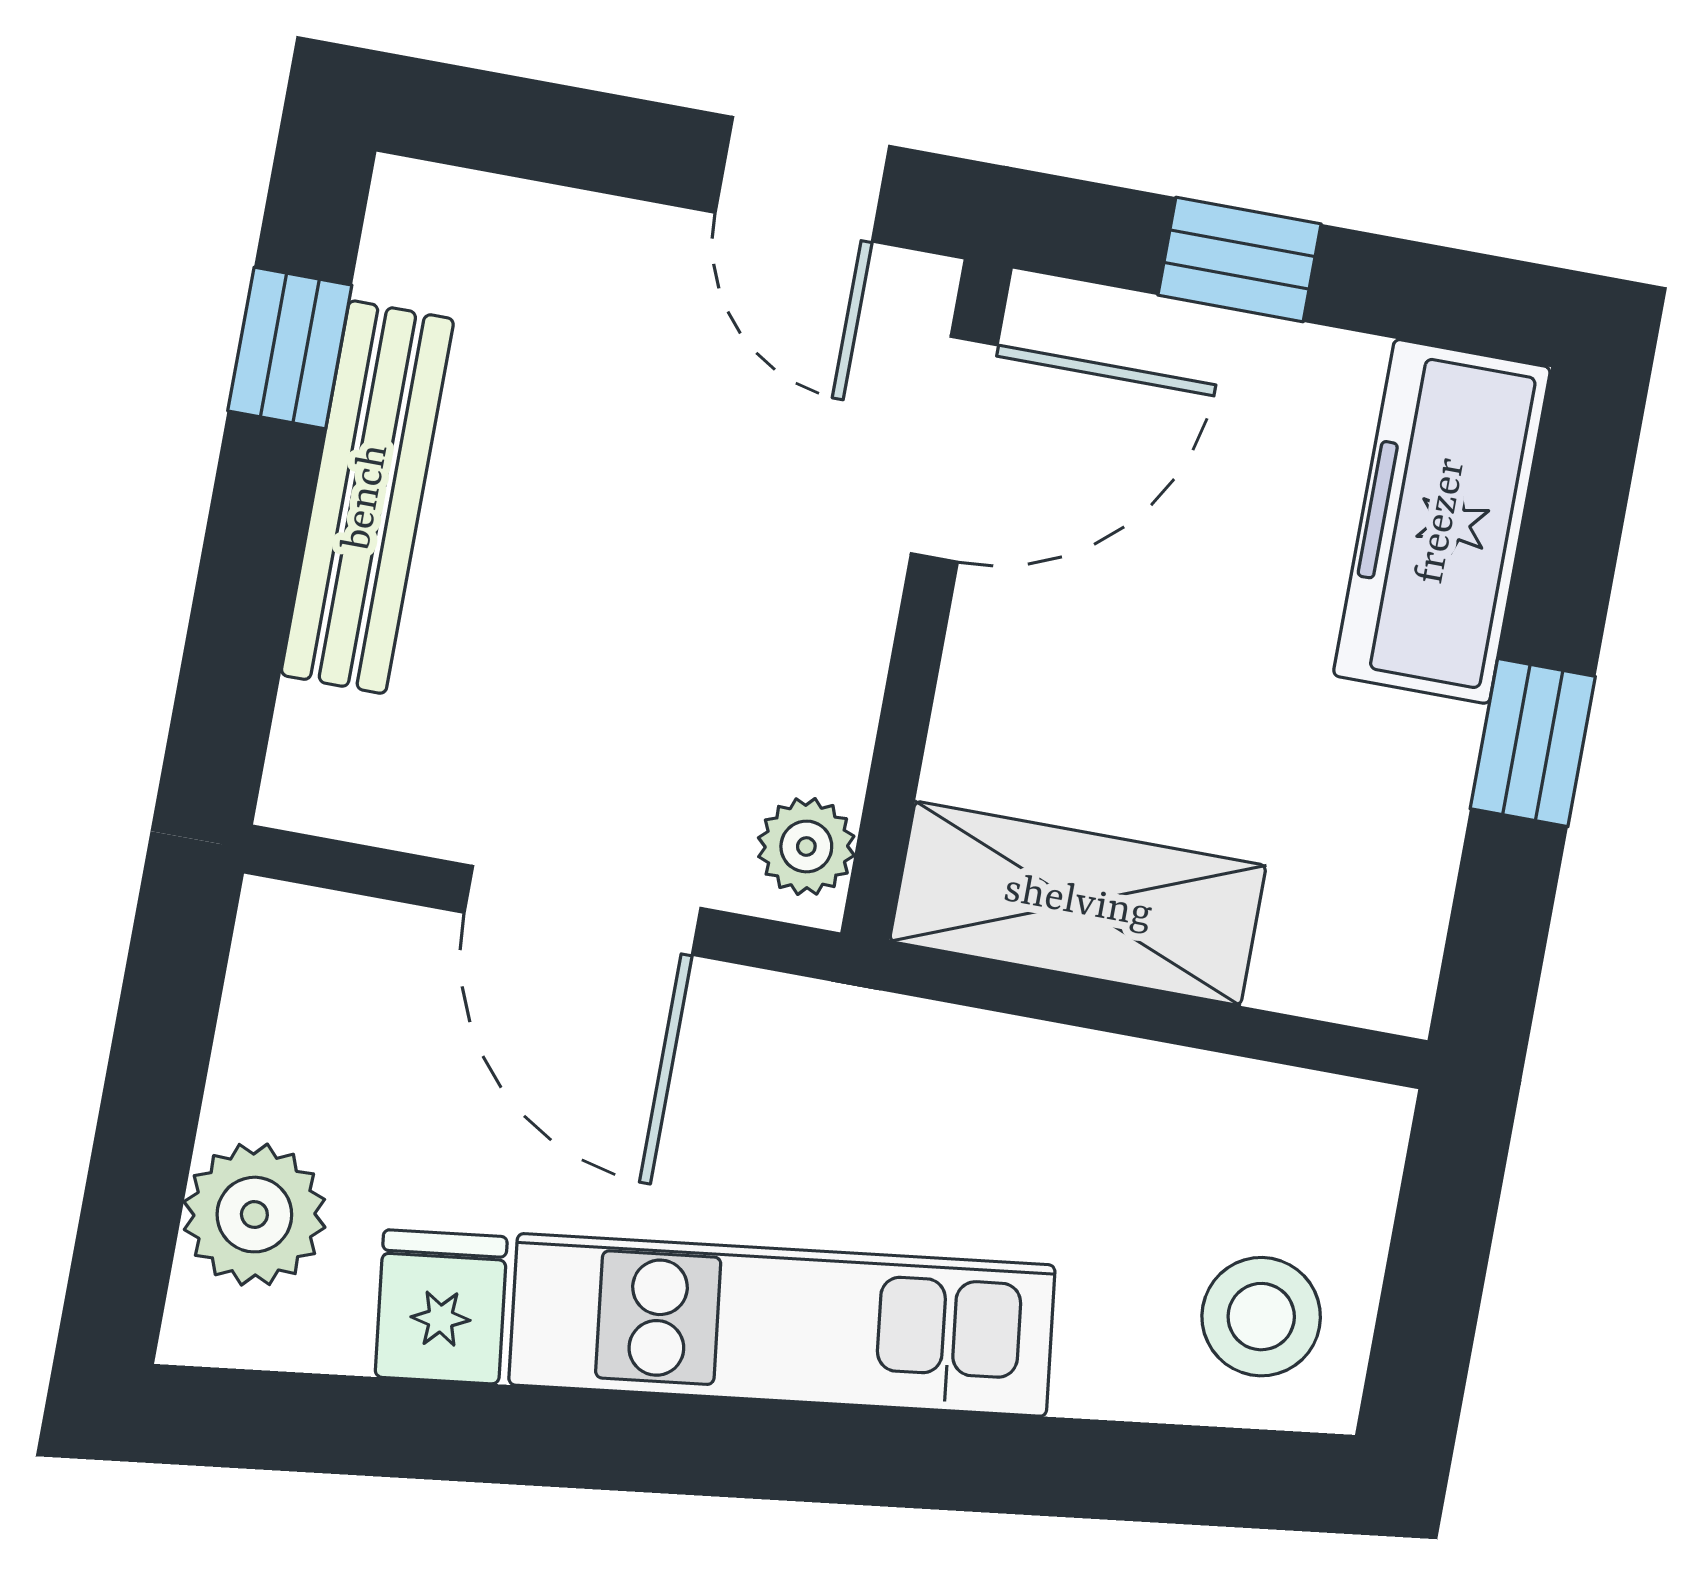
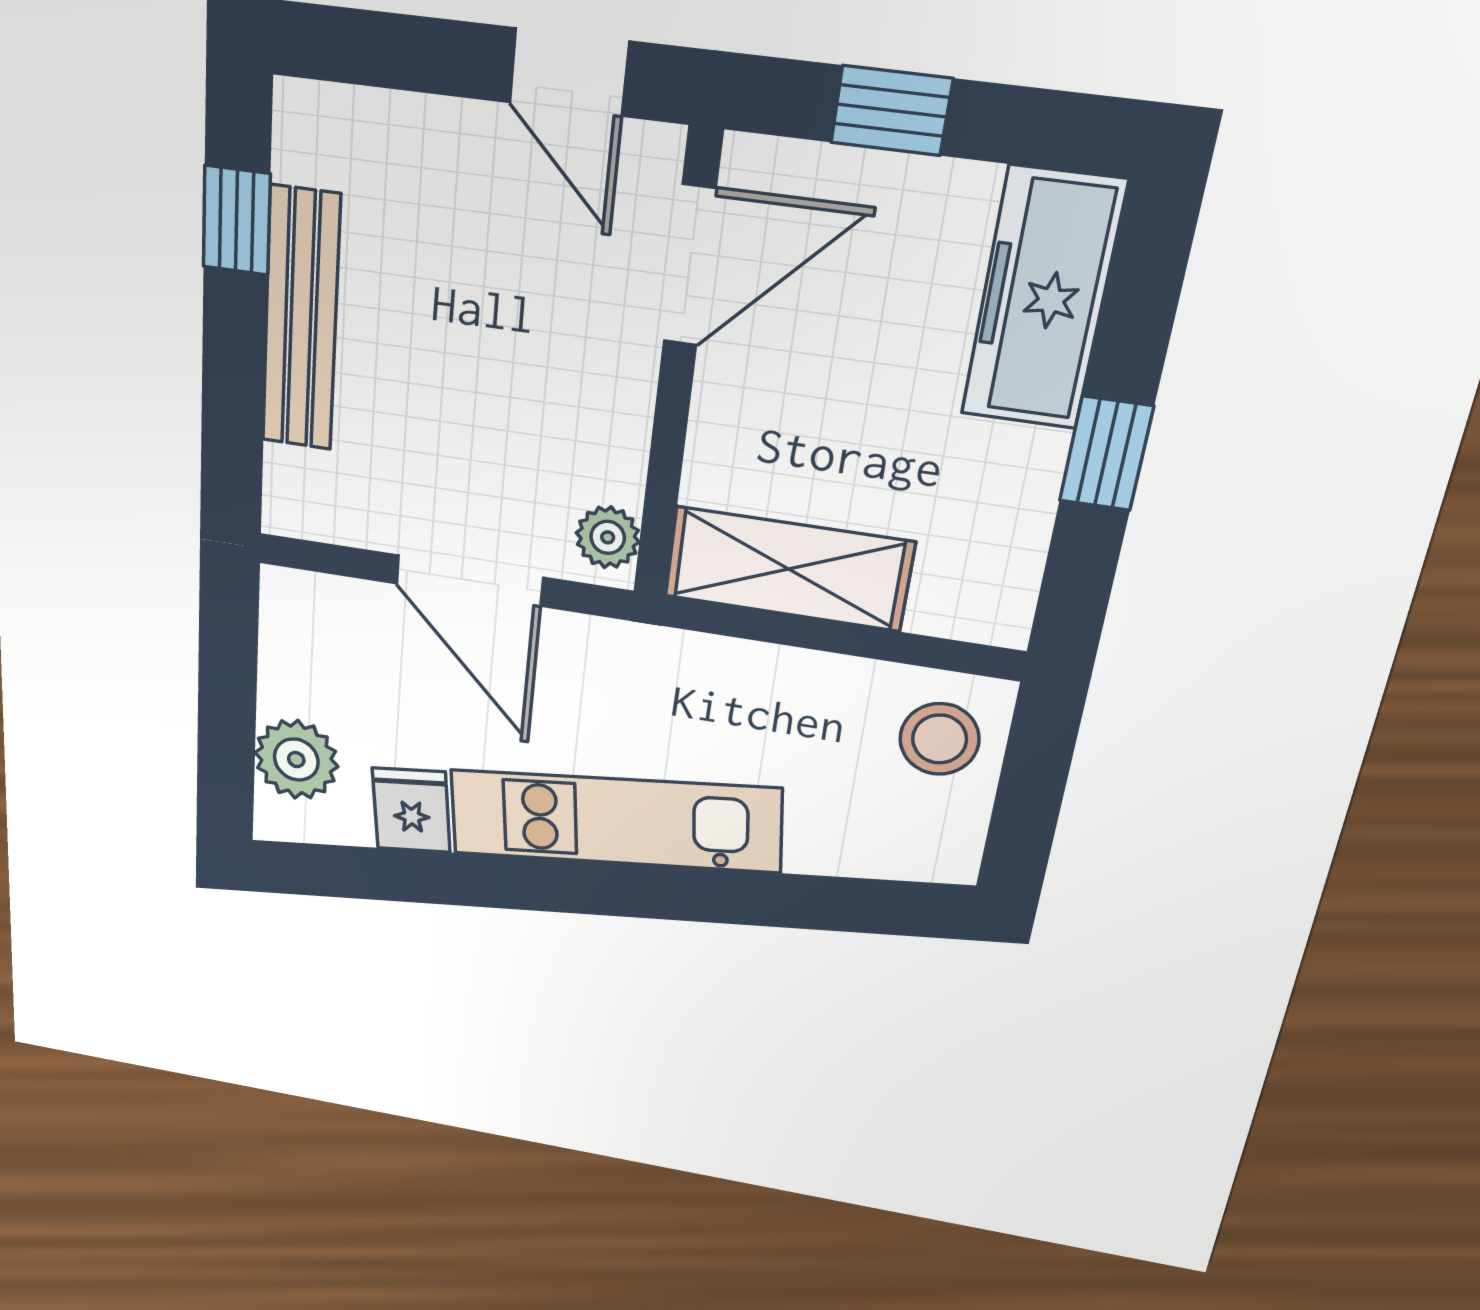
stool: (1261, 1317) -> (939, 739), moved

